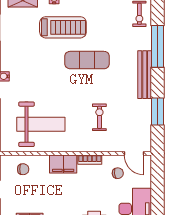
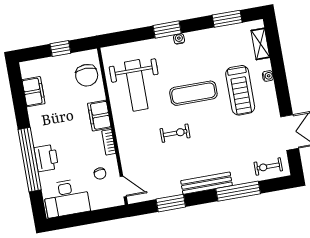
exercise mat: (87, 60) -> (193, 93), moved, turned 90
exercise bike: (99, 117) -> (175, 133), moved
door: (134, 153) -> (123, 187), swing flipped
chair: (23, 169) -> (87, 75), width x1.87, depth x1.87

